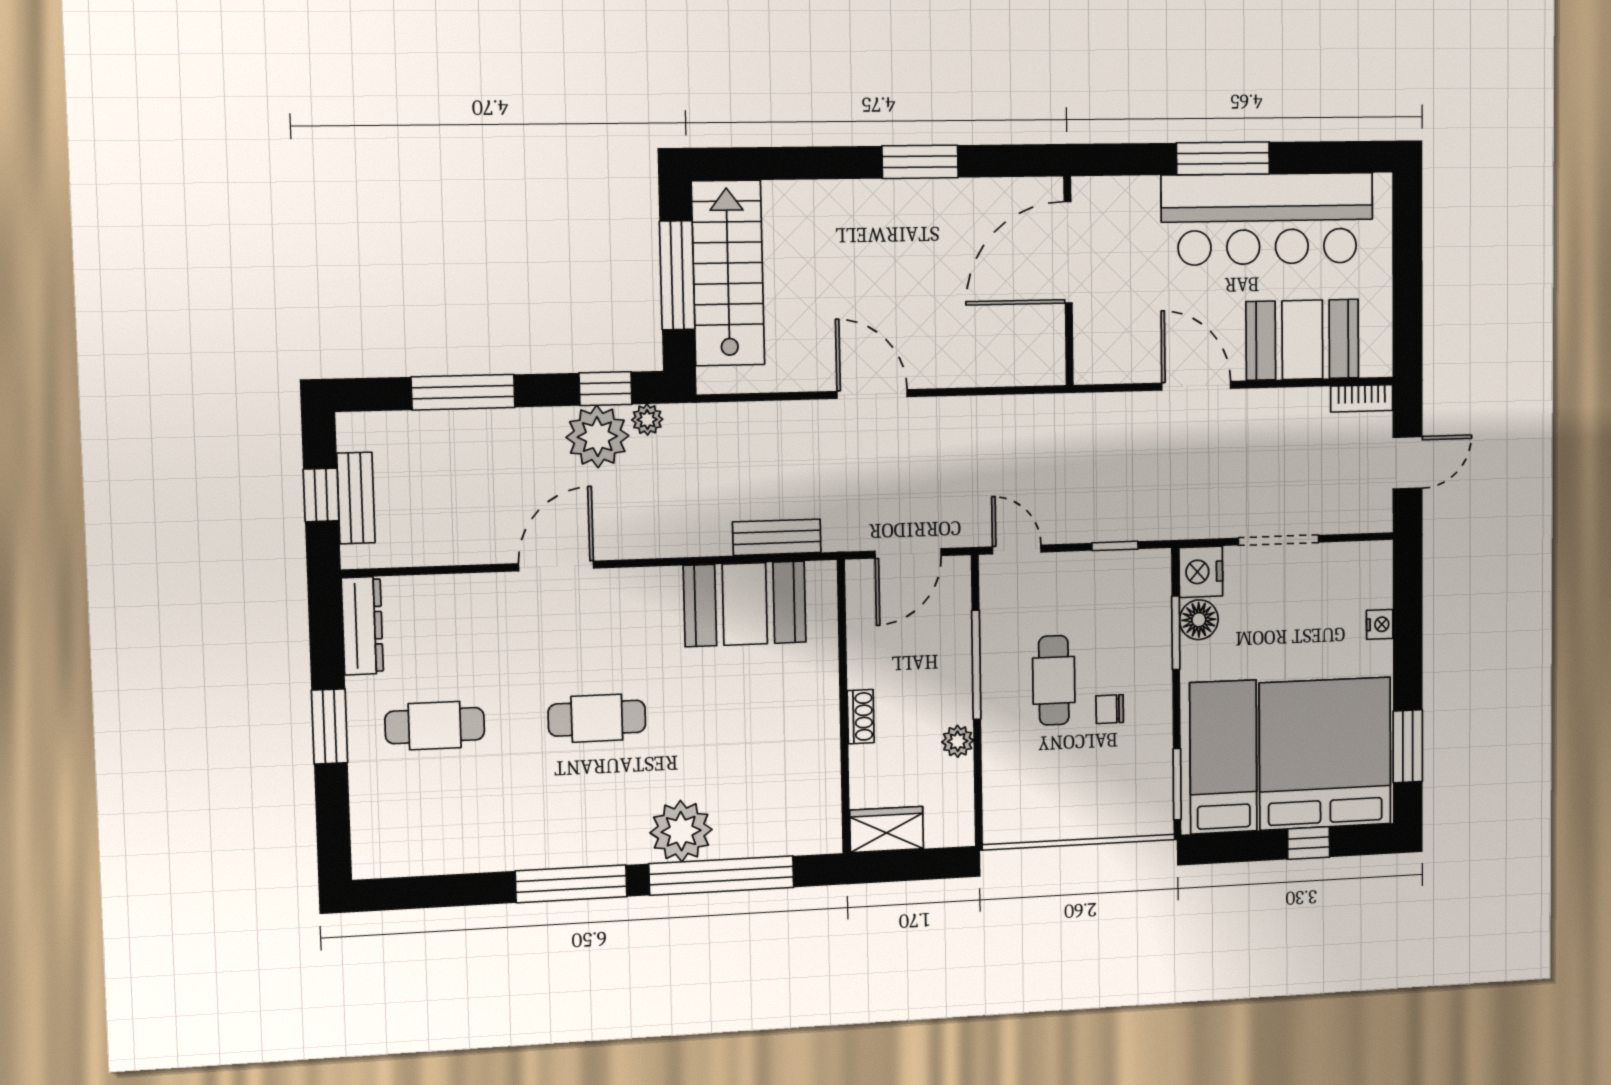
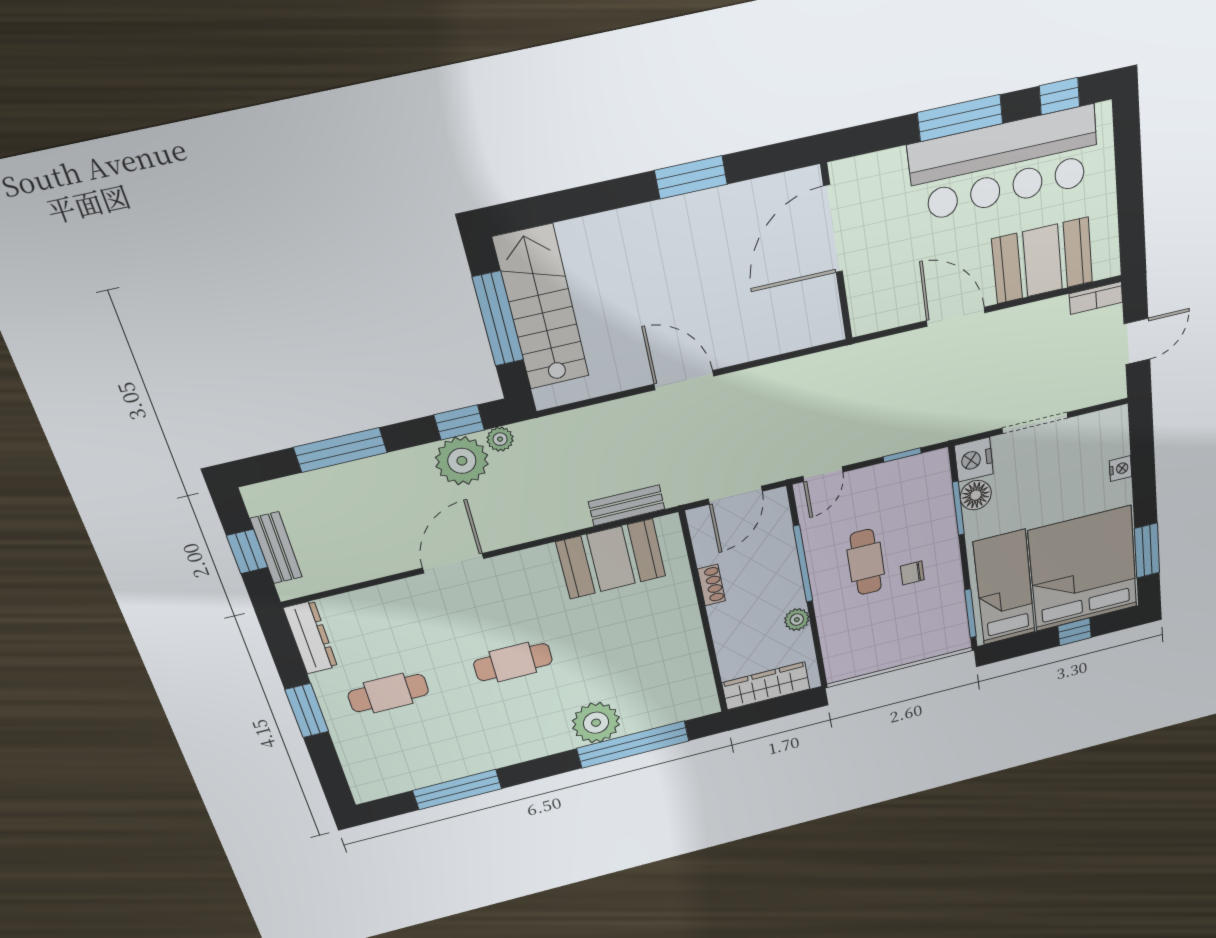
window: (1334, 157) -> (1059, 96), added
door: (1017, 549) -> (823, 474), swing flipped
shoe rack: (861, 717) -> (711, 585), moved
wardrobe: (887, 830) -> (766, 686), width x1.50
window: (571, 884) -> (457, 790), moved

